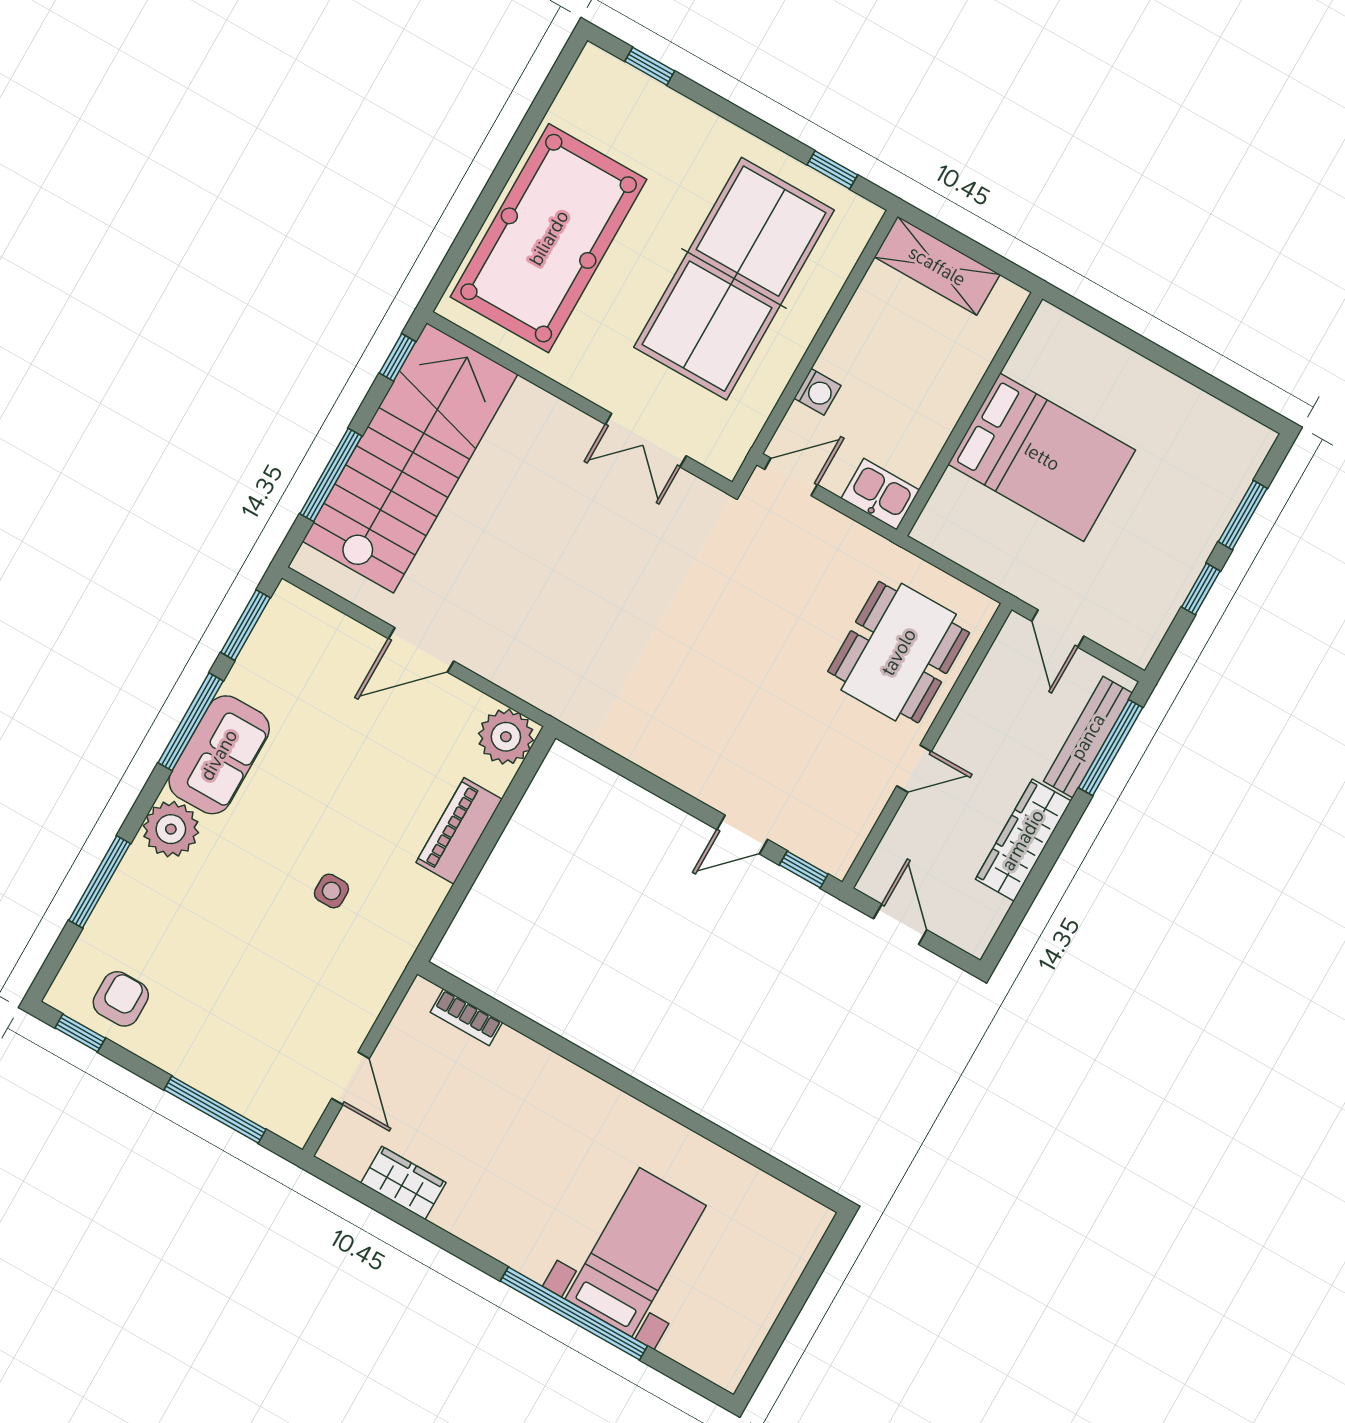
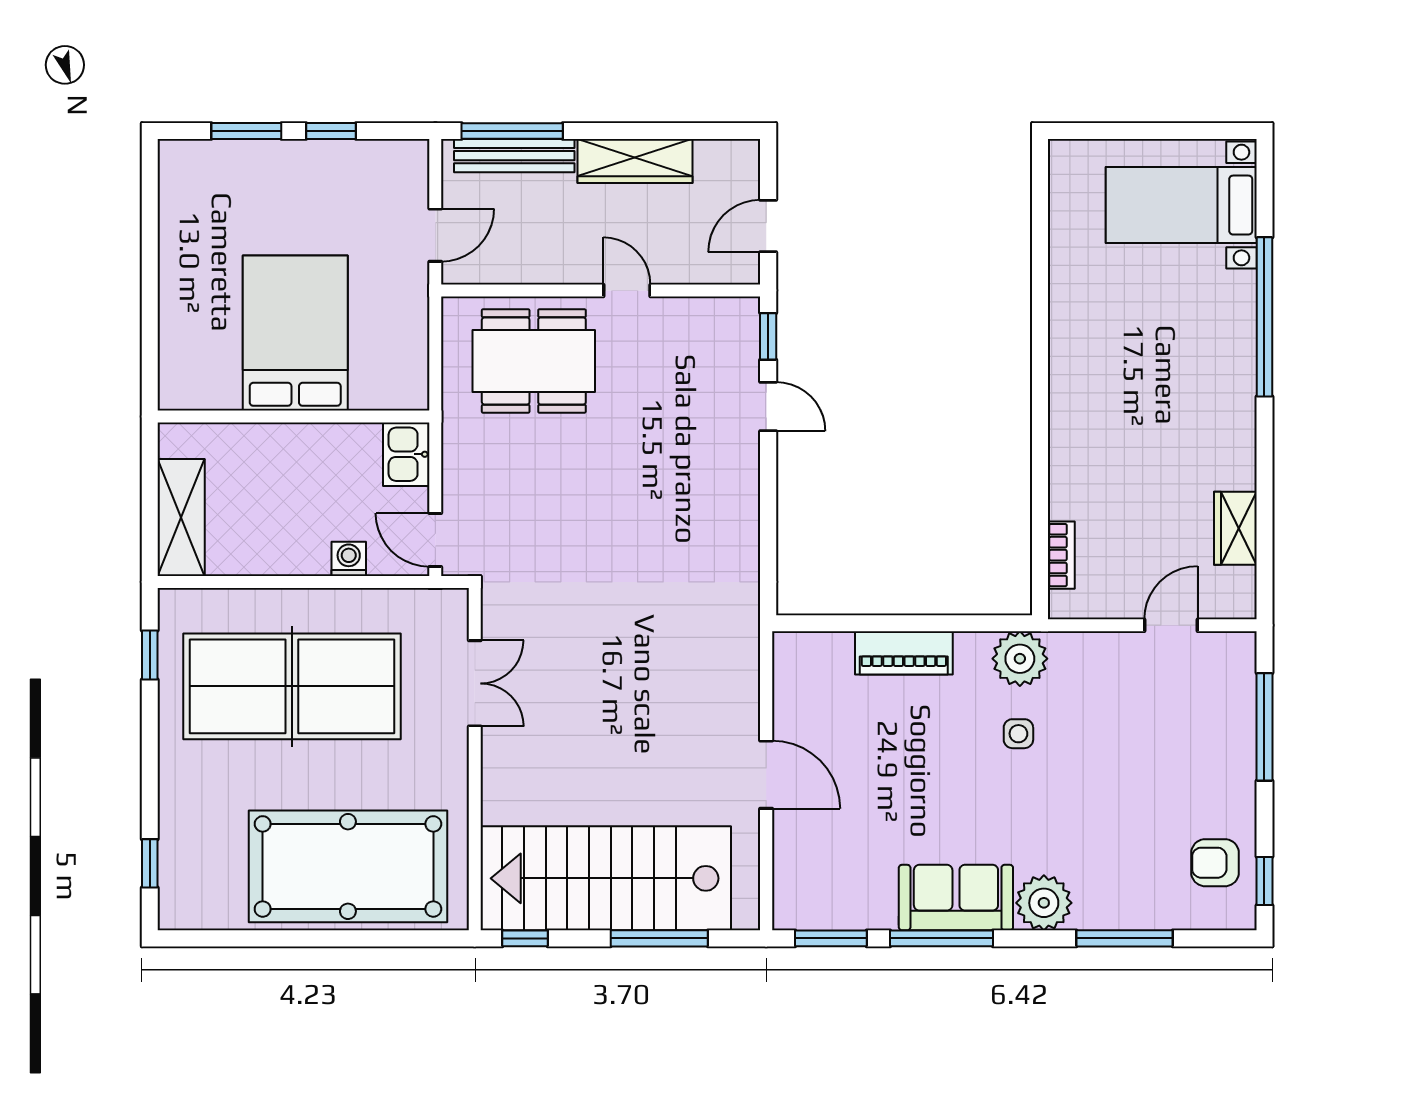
plant: (506, 737) -> (1020, 659), moved
bed with nightstands: (636, 1252) -> (1181, 205), moved

